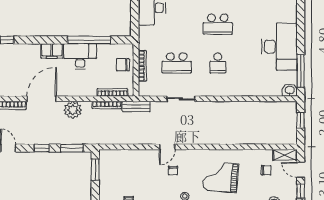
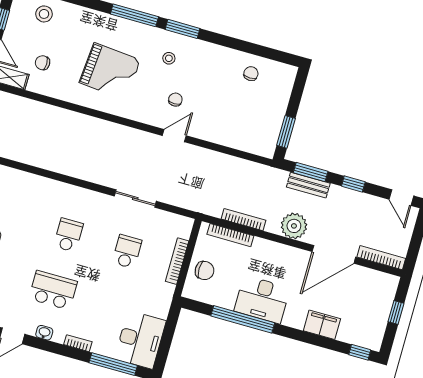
filing cabinet: (52, 51) -> (322, 325), moved
school desk: (177, 63) -> (127, 251), width x0.54
bench: (136, 107) -> (308, 185), moved

